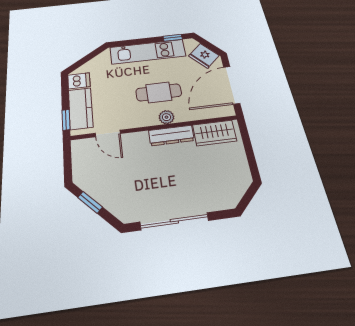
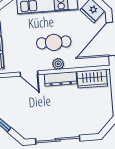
door: (108, 133) -> (29, 73), moved

